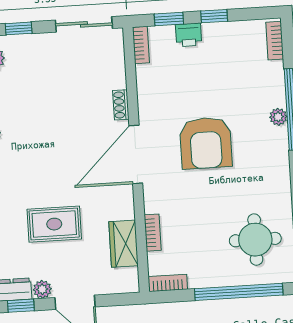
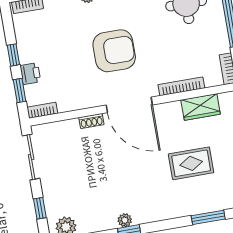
rug: (54, 224) -> (191, 163), turned 90
bookcase: (153, 233) -> (181, 86), width x1.56

